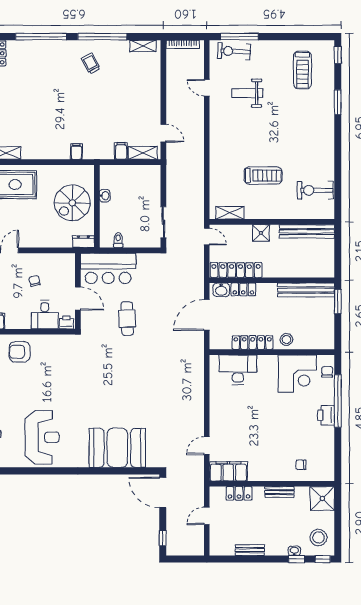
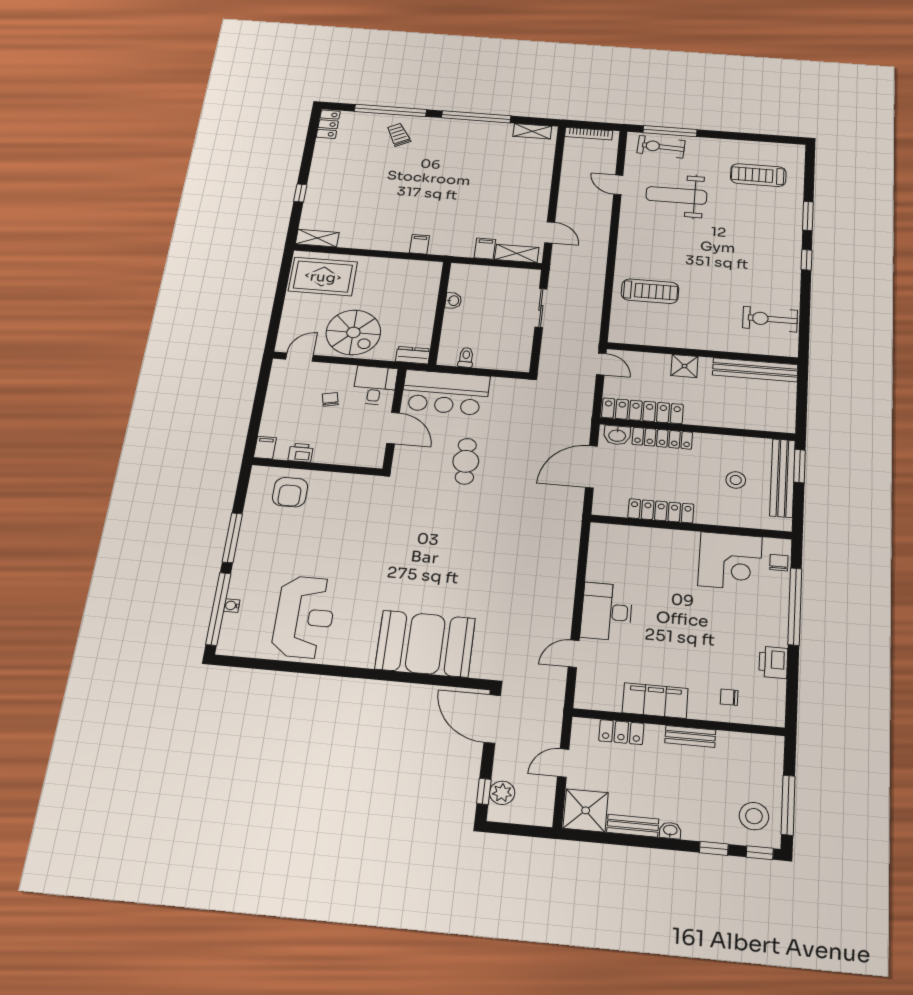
window: (338, 55) -> (806, 260), moved
trolley: (91, 63) -> (399, 135), moved
treadmill: (303, 70) -> (758, 175), turned 90
weight bench: (247, 93) -> (676, 195), width x1.36, depth x1.33
treadmill: (263, 175) -> (650, 291), moved
spiral stairs: (72, 203) -> (353, 332), moved, turned -90
shelving: (230, 213) -> (639, 337), removed
sliding door: (163, 222) -> (541, 308), moved
locker: (243, 289) -> (662, 438), width x1.53
bench: (306, 290) -> (782, 478), moved, turned 90
desk: (45, 315) -> (375, 385), moved, turned 180
printer: (66, 323) -> (301, 453), moved
stool: (286, 339) -> (736, 480), moved
armchair: (20, 352) -> (290, 492), turned -90
desk: (238, 370) -> (607, 612), moved, turned -90
printer: (326, 415) -> (773, 662), moved
filing cabinet: (228, 471) -> (655, 701), moved
shower: (322, 499) -> (586, 810), moved
window: (338, 529) -> (788, 805), added
plant: (173, 538) -> (502, 793), added
washbasin: (294, 551) -> (670, 830), moved

